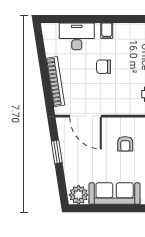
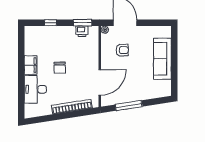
filing cabinet: (107, 31) -> (31, 65), width x2.00
window: (57, 152) -> (129, 106), width x1.44
plant: (79, 195) -> (163, 88), removed

